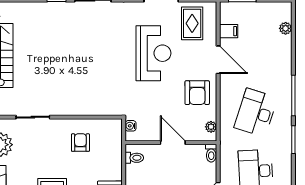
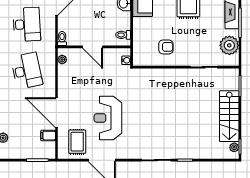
door: (218, 60) -> (56, 113), width x1.36
armchair: (197, 93) -> (73, 87), removed
desk: (256, 113) -> (27, 71), turned -30
armchair: (80, 143) -> (166, 47), turned -90

